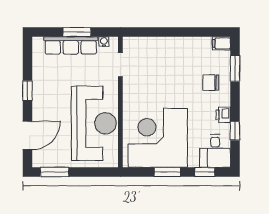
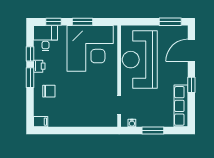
row of seats: (71, 45) -> (181, 106), moved, turned -90
window: (235, 68) -> (30, 78), moved

